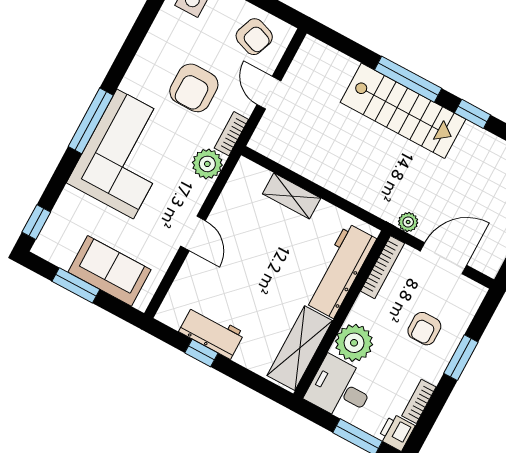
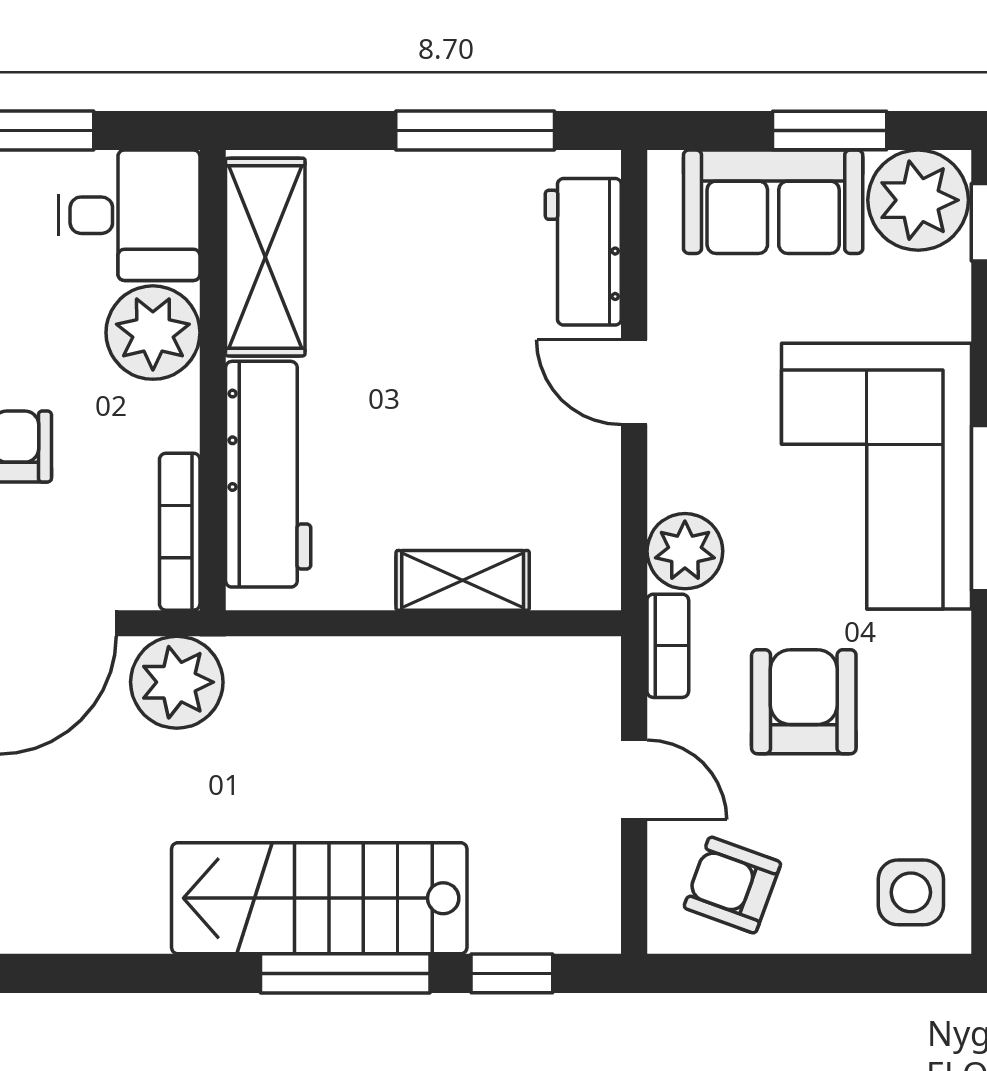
window: (473, 114) -> (512, 973), moved
plant: (408, 222) -> (177, 682), width x1.87, depth x1.87
plant: (58, 244) -> (918, 200), added
workbench: (212, 332) -> (583, 252), moved, turned 90
window: (201, 353) -> (475, 130), width x2.17

